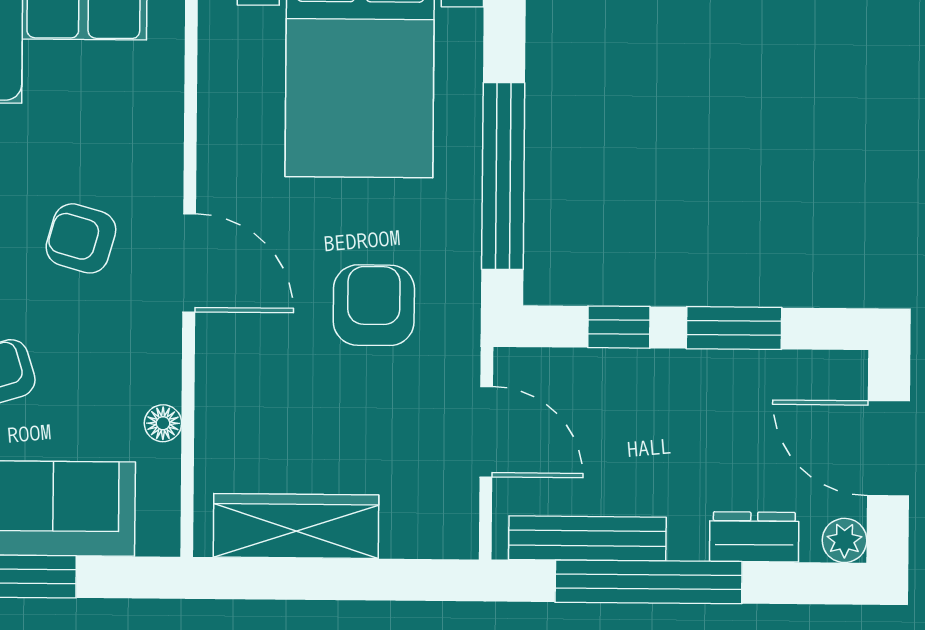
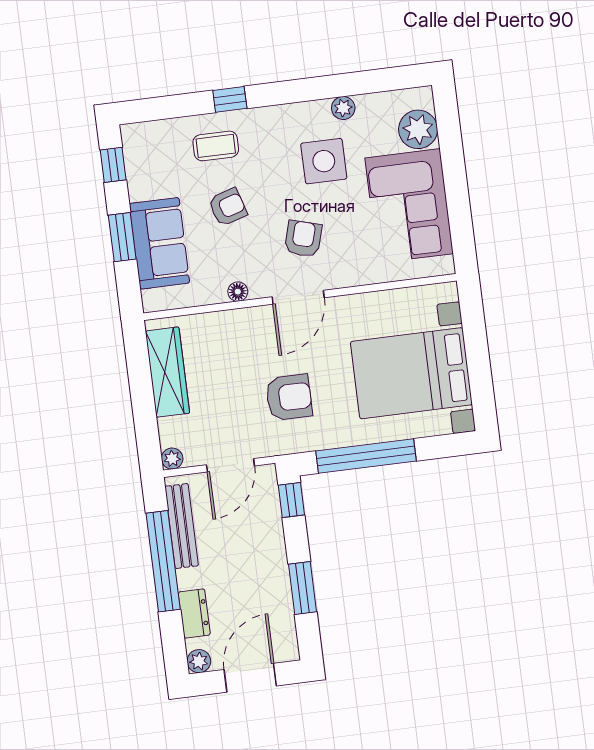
window: (619, 327) -> (291, 500), moved
floor lamp: (163, 423) -> (238, 292), moved
plant: (459, 539) -> (172, 459), added

